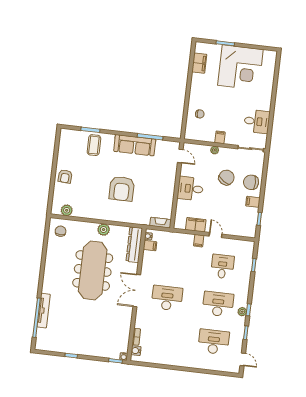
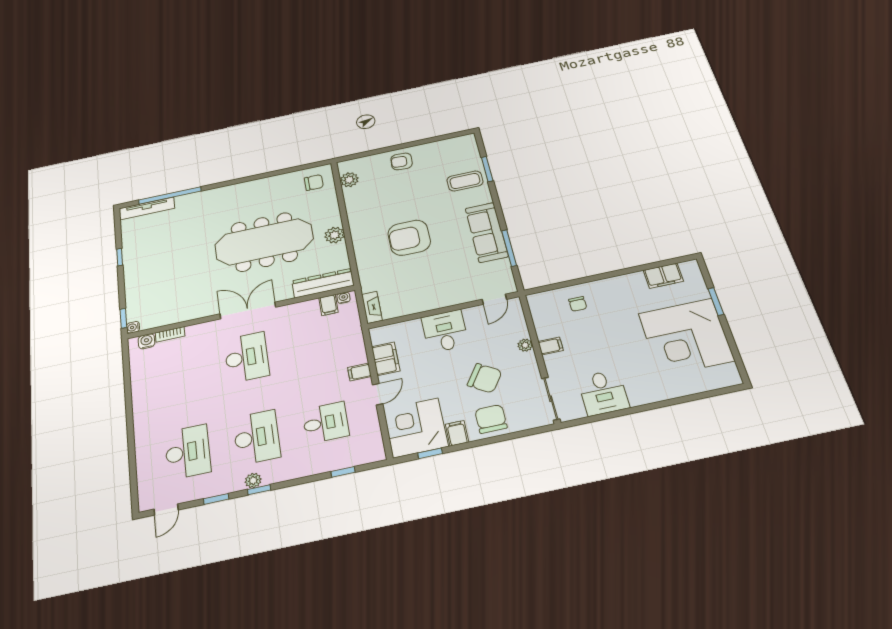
corner desk: (242, 222) -> (416, 428), added
tv unit: (44, 311) -> (147, 208), moved

